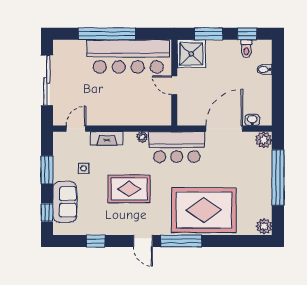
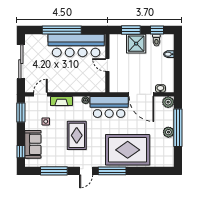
shower: (191, 54) -> (136, 44), moved
door: (224, 129) -> (141, 94), swing flipped
window: (47, 170) -> (21, 113), moved
rug: (129, 189) -> (77, 135), turned 90
plant: (264, 226) -> (168, 132), moved
window: (96, 241) -> (54, 171), width x2.17
door: (143, 241) -> (86, 171), hinge flipped

